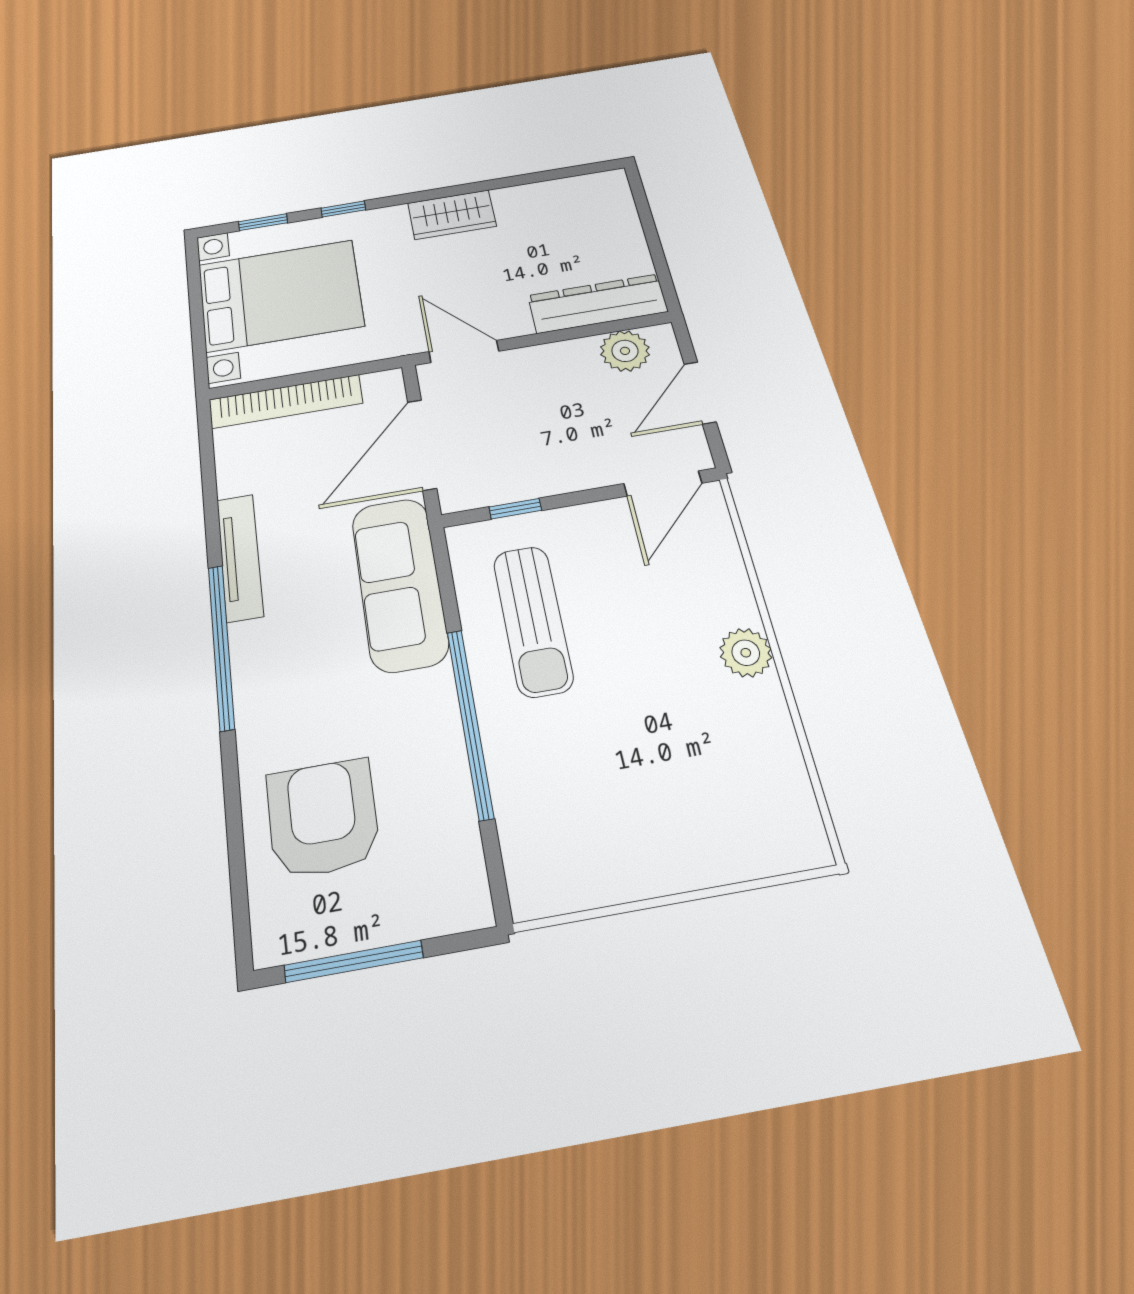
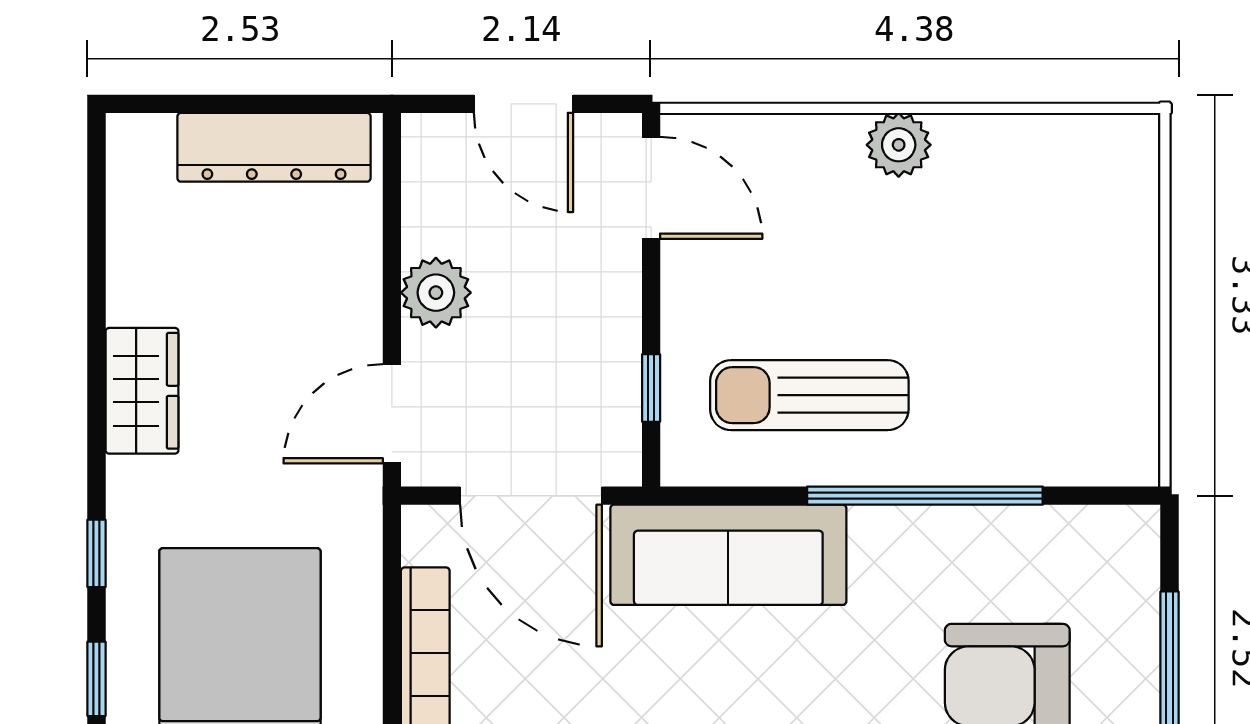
dresser: (598, 304) -> (274, 147), moved, turned -90
plant: (625, 351) -> (436, 293), moved
sun lounger: (533, 620) -> (809, 395), turned 180

